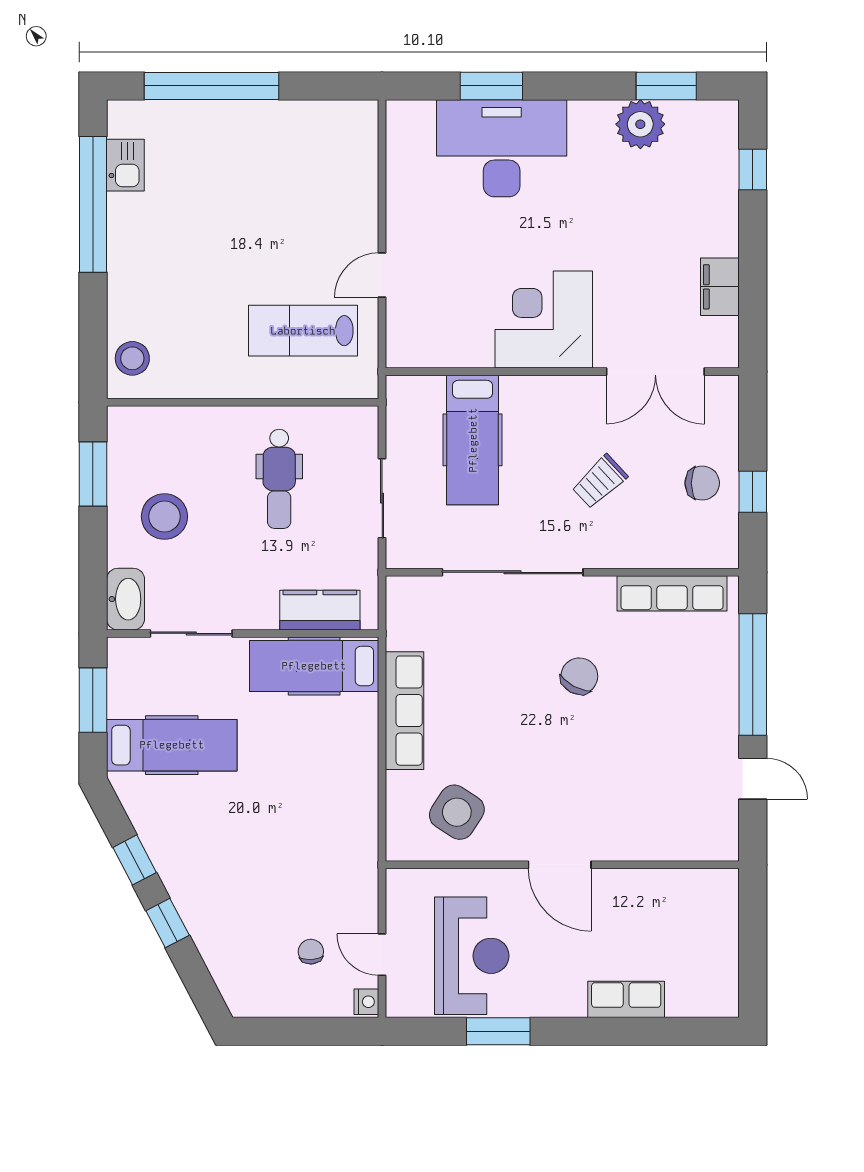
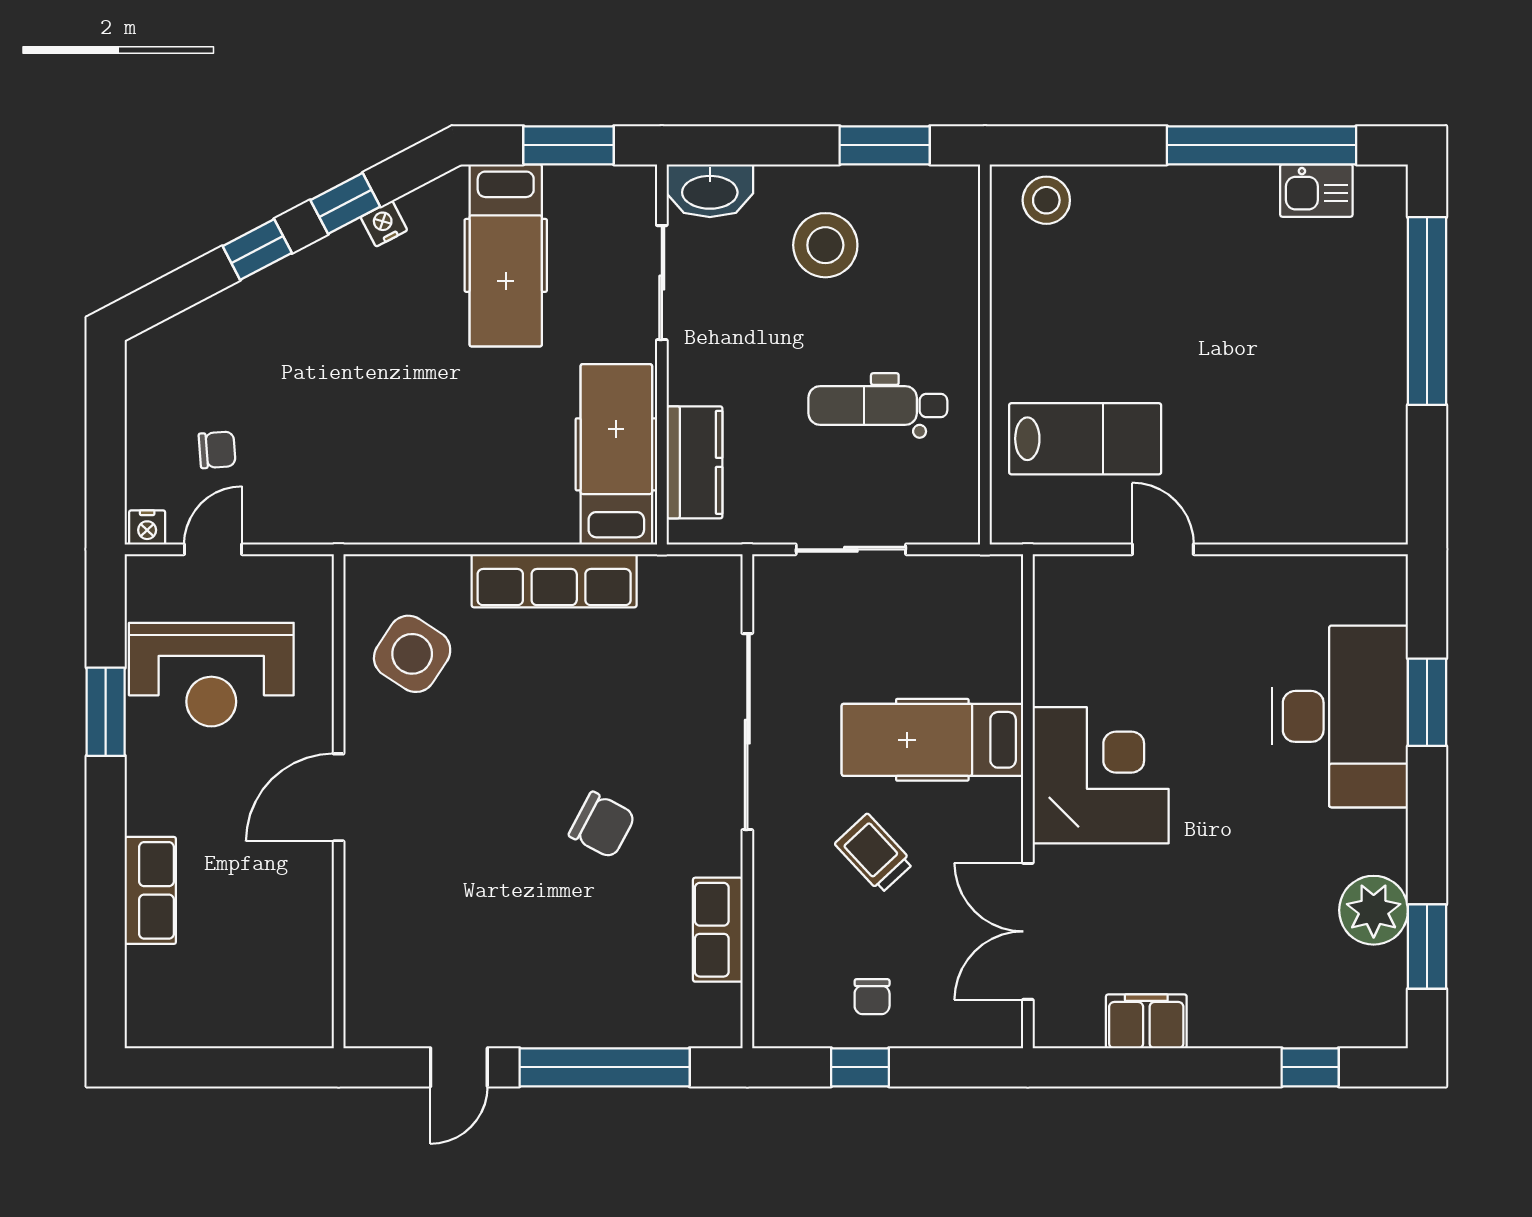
lab bench: (303, 331) -> (1085, 439), turned 90
hospital bed: (473, 440) -> (932, 740), moved
chair: (702, 483) -> (872, 997), width x0.73, depth x0.73
row of seats: (672, 593) -> (718, 930), width x0.68
nightstand: (149, 832) -> (384, 224), added

